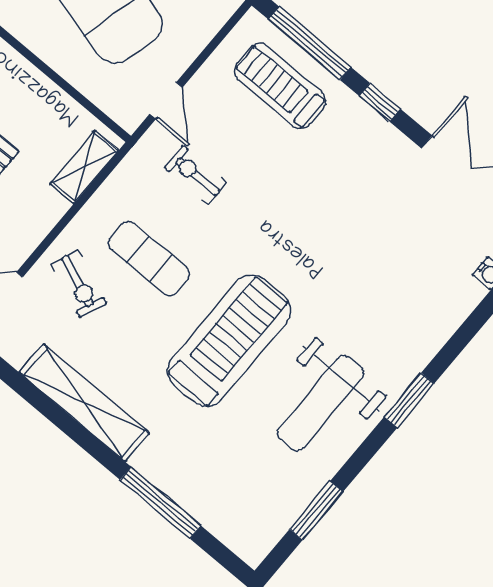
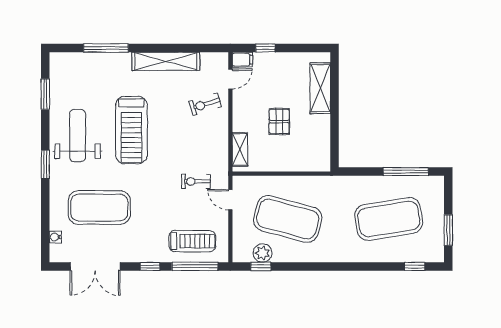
exercise bike: (196, 175) -> (196, 181), turned 180
exercise mat: (149, 259) -> (99, 208), moved, width x2.00, depth x1.45
exercise bike: (79, 284) -> (205, 104), turned -39

